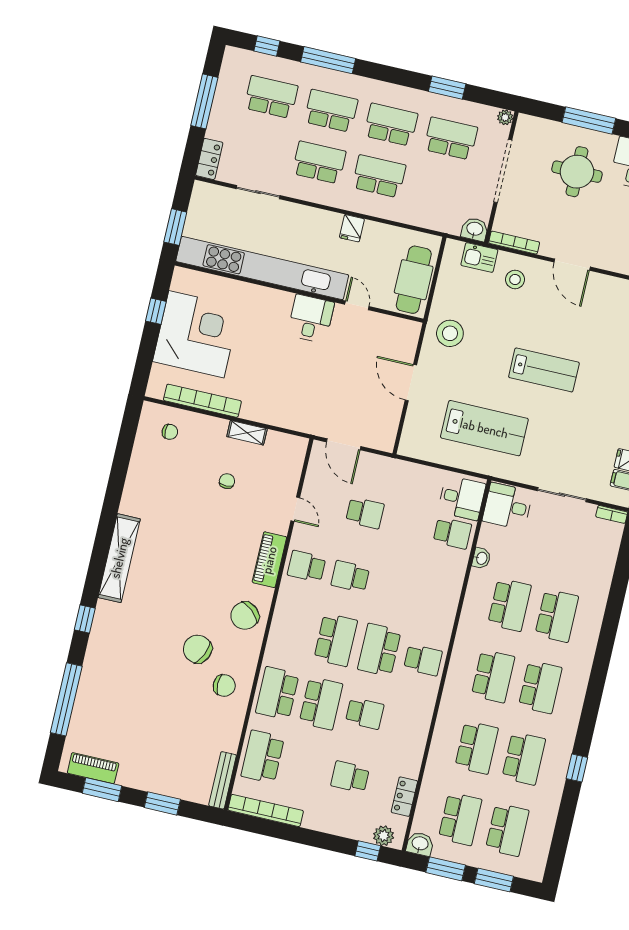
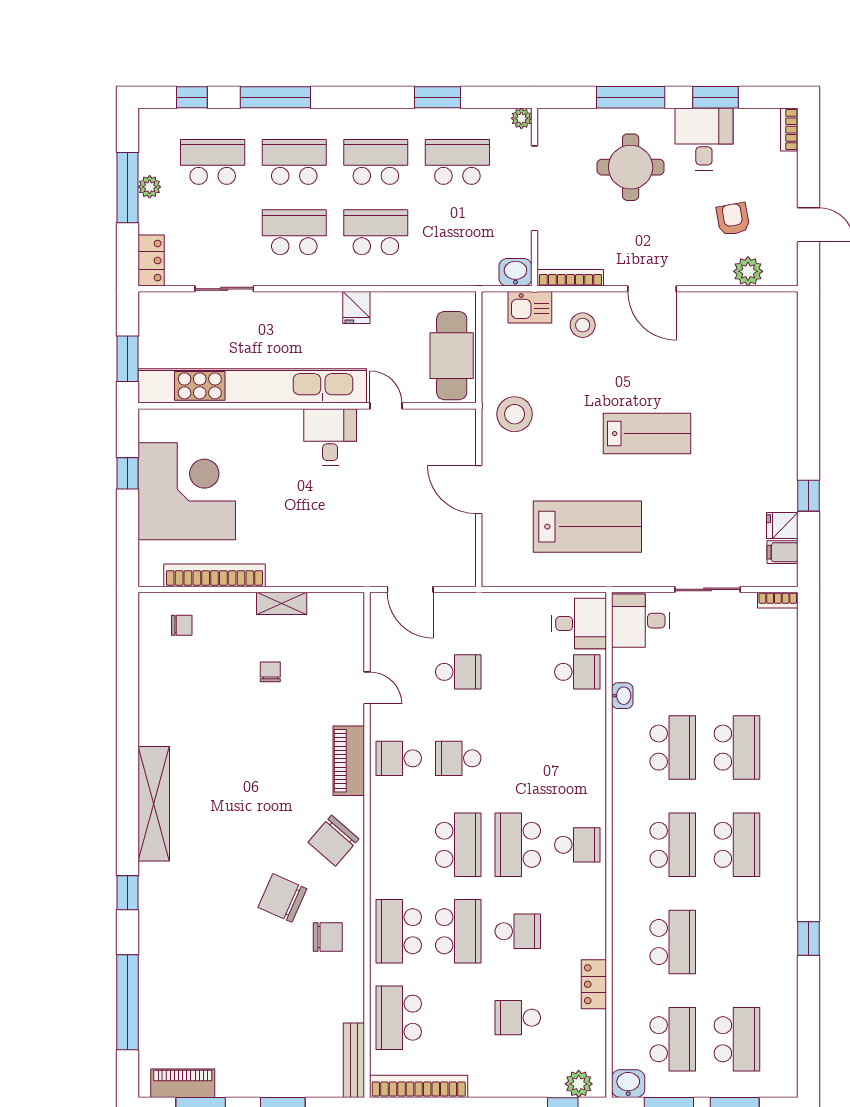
plant: (221, 105) -> (150, 187), added
school desk: (524, 758) -> (737, 942), removed
locker: (404, 797) -> (594, 984), moved

